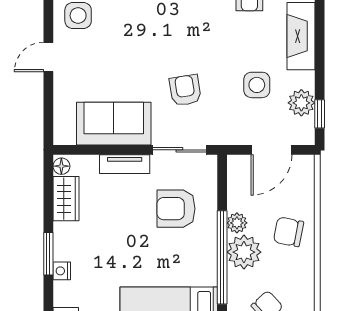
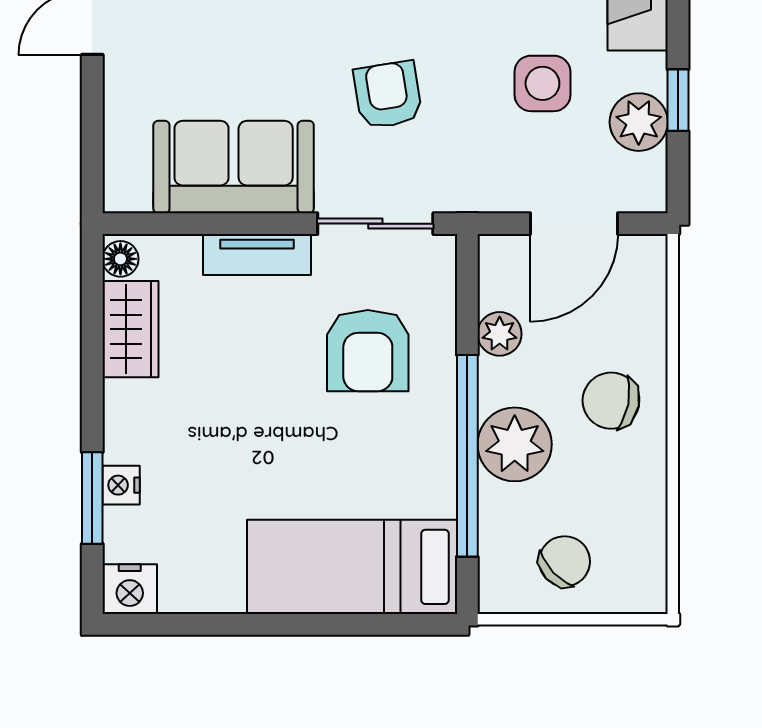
window: (320, 114) -> (678, 100), moved
armchair: (176, 209) -> (368, 351), turned -90
plant: (237, 223) -> (500, 334), moved
window: (48, 254) -> (92, 498), moved

